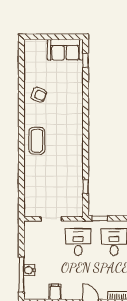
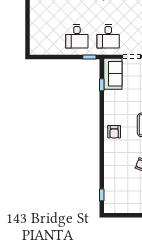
sofa: (65, 50) -> (113, 74), moved, turned 90
armchair: (71, 133) -> (114, 132), added

